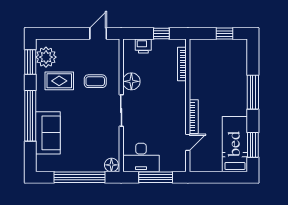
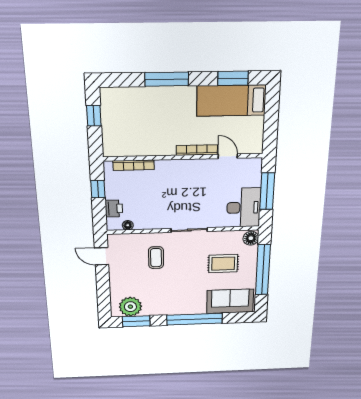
rug: (59, 81) -> (223, 264), moved, turned 90
floor lamp: (131, 81) -> (128, 225), moved, width x0.53, depth x0.53
sofa: (48, 133) -> (230, 301), moved

